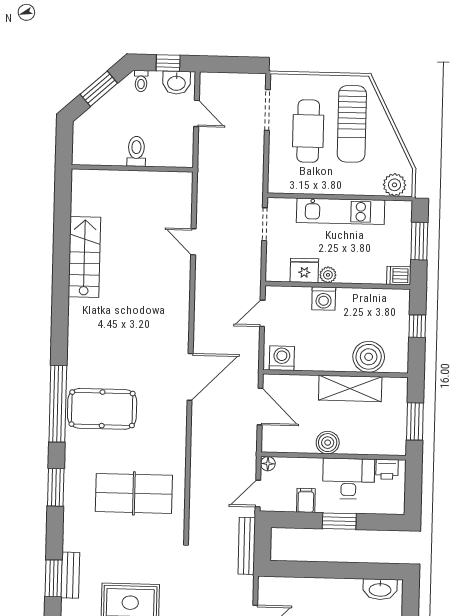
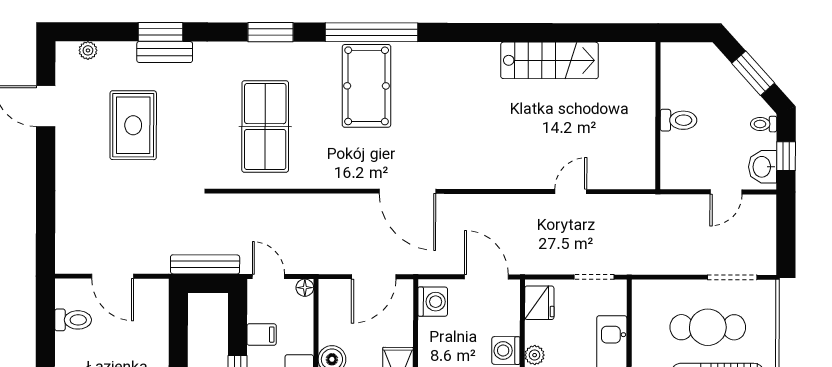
fridge: (304, 270) -> (539, 303), moved
door: (262, 313) -> (486, 277), width x1.38

